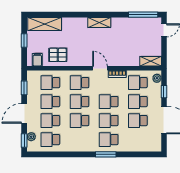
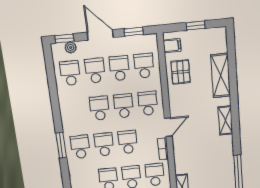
shelving: (45, 24) -> (221, 75), moved

